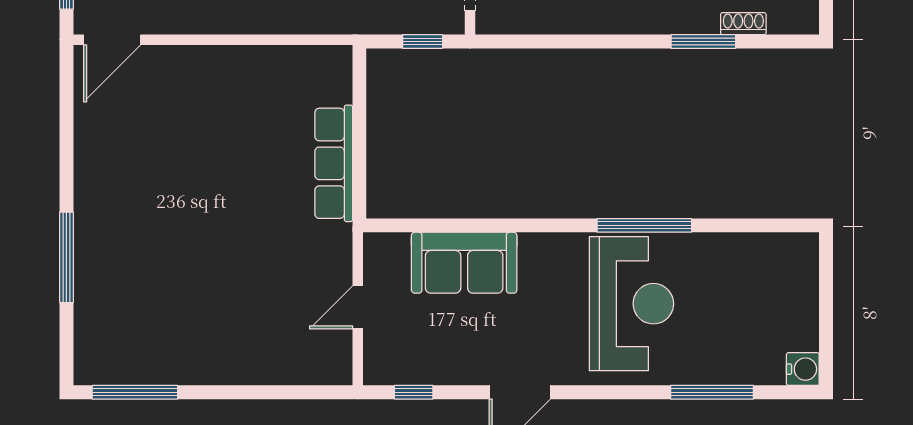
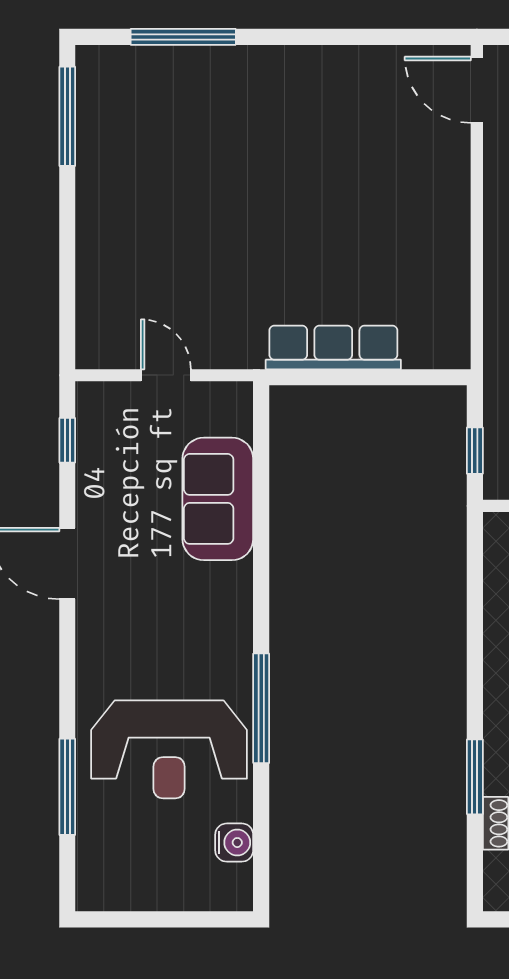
window: (66, 257) -> (183, 37), moved
reception desk: (631, 304) -> (169, 749), moved
water cooler: (803, 369) -> (234, 843), moved, turned -90

